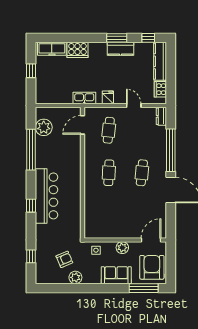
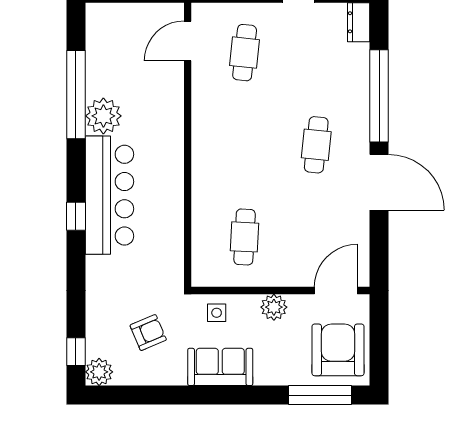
plant: (44, 127) -> (103, 116), moved
cafe table: (109, 173) -> (245, 237), moved
window: (31, 256) -> (76, 352), moved
sofa: (116, 275) -> (220, 367), moved
plant: (75, 277) -> (99, 372), moved

